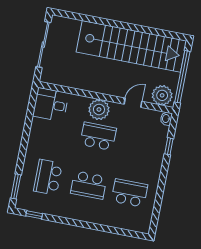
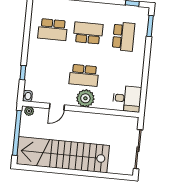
plant: (162, 95) -> (29, 111), width x0.53, depth x0.53

